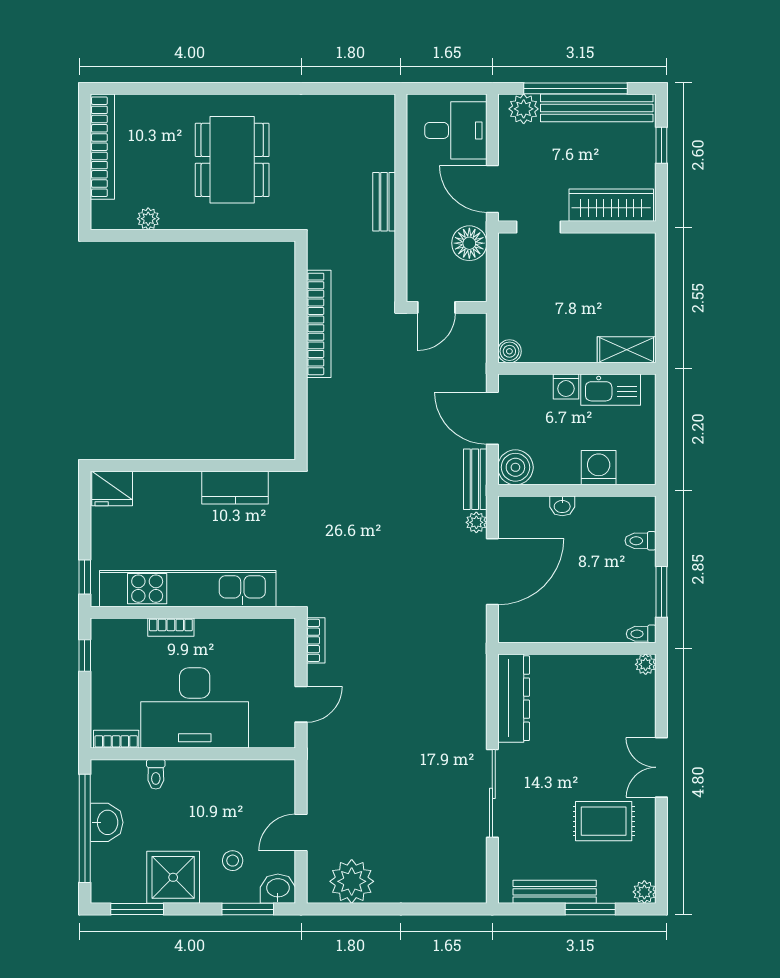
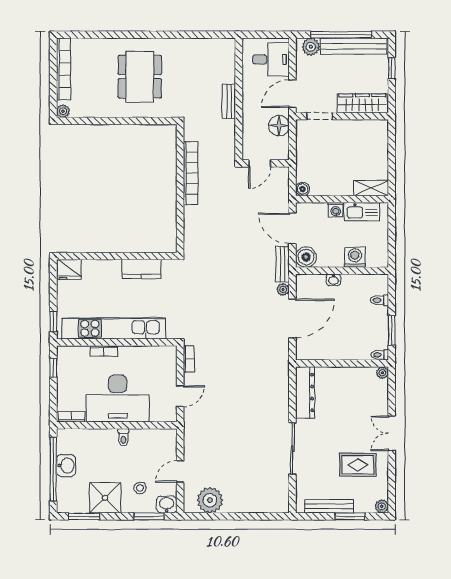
door: (492, 189) -> (292, 94), hinge flipped
plant: (148, 219) -> (63, 111), moved
toilet: (156, 774) -> (123, 437), moved

